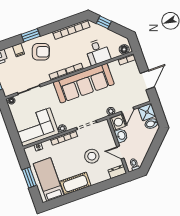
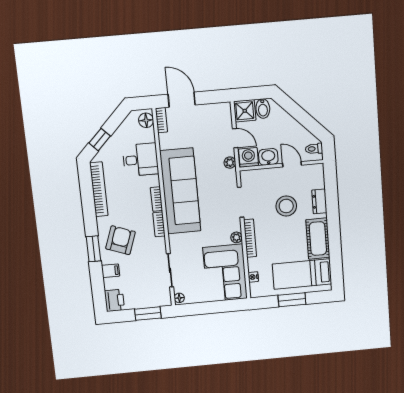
door: (147, 80) -> (182, 100), moved
door: (120, 153) -> (292, 164), swing flipped
dresser: (117, 172) -> (319, 201), moved

